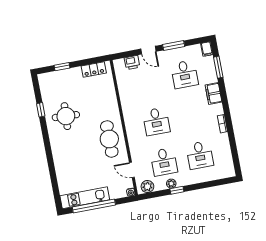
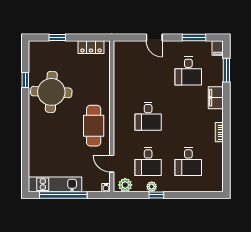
window: (174, 45) -> (194, 38), moved
printer: (132, 63) -> (134, 48), removed
round table: (66, 116) -> (51, 92), width x1.36, depth x1.36

